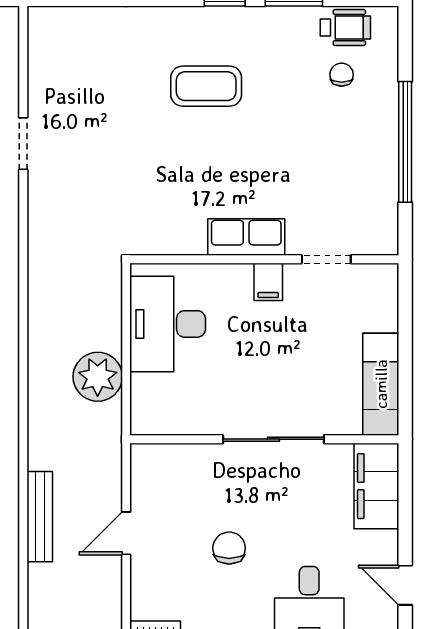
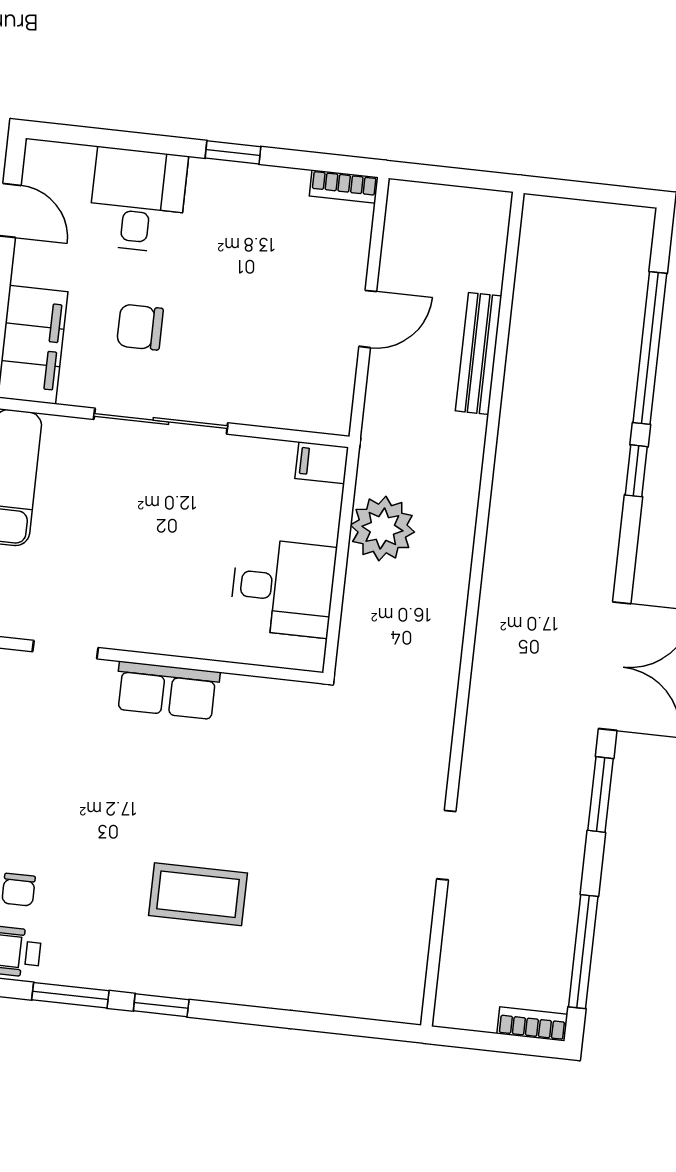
filing cabinet: (268, 282) -> (322, 463), moved, turned -90
desk: (168, 324) -> (283, 588), width x0.73
chair: (229, 548) -> (140, 327), moved, turned 90

